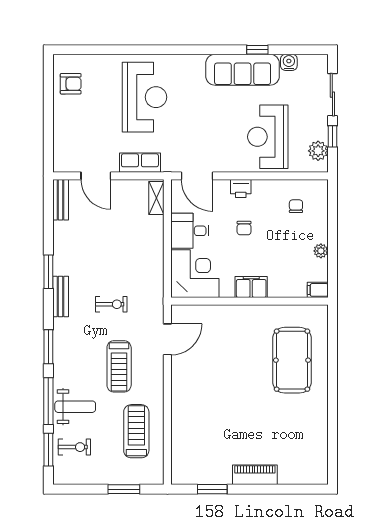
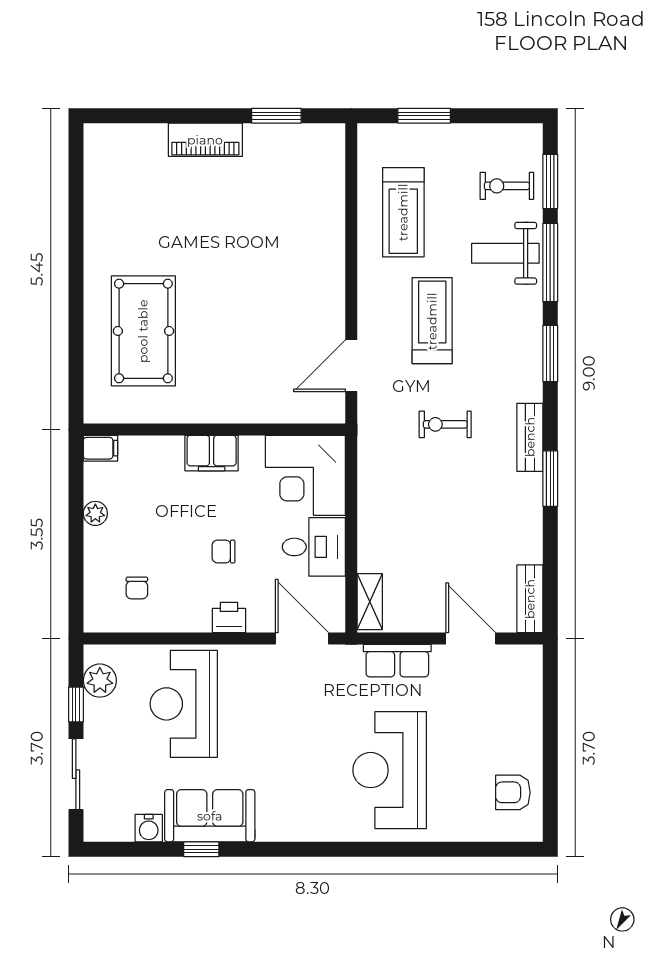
sofa: (243, 70) -> (210, 816), width x0.73
reception desk: (268, 137) -> (184, 704), turned 180
chair: (244, 228) -> (224, 551), turned -90

